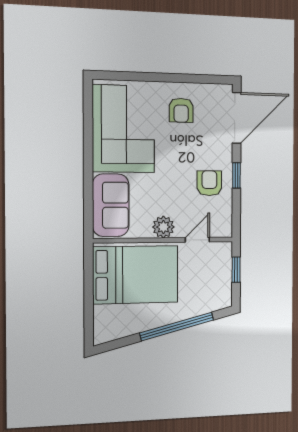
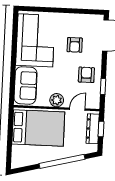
armchair: (181, 110) -> (75, 45), moved
window: (236, 175) -> (103, 86), moved
dresser: (223, 270) -> (93, 129), added

